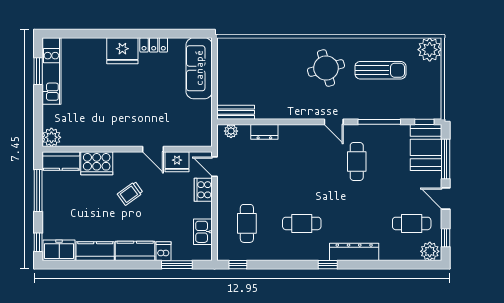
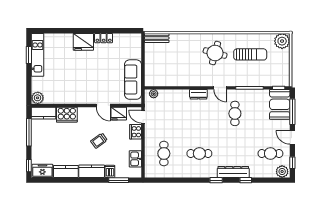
sofa: (199, 68) -> (133, 80), moved
round table: (326, 68) -> (215, 53), turned 30
bench: (236, 112) -> (157, 38), moved
dresser: (264, 132) -> (198, 94), moved
trolley: (130, 193) -> (99, 141), moved
window: (238, 265) -> (246, 180), moved

